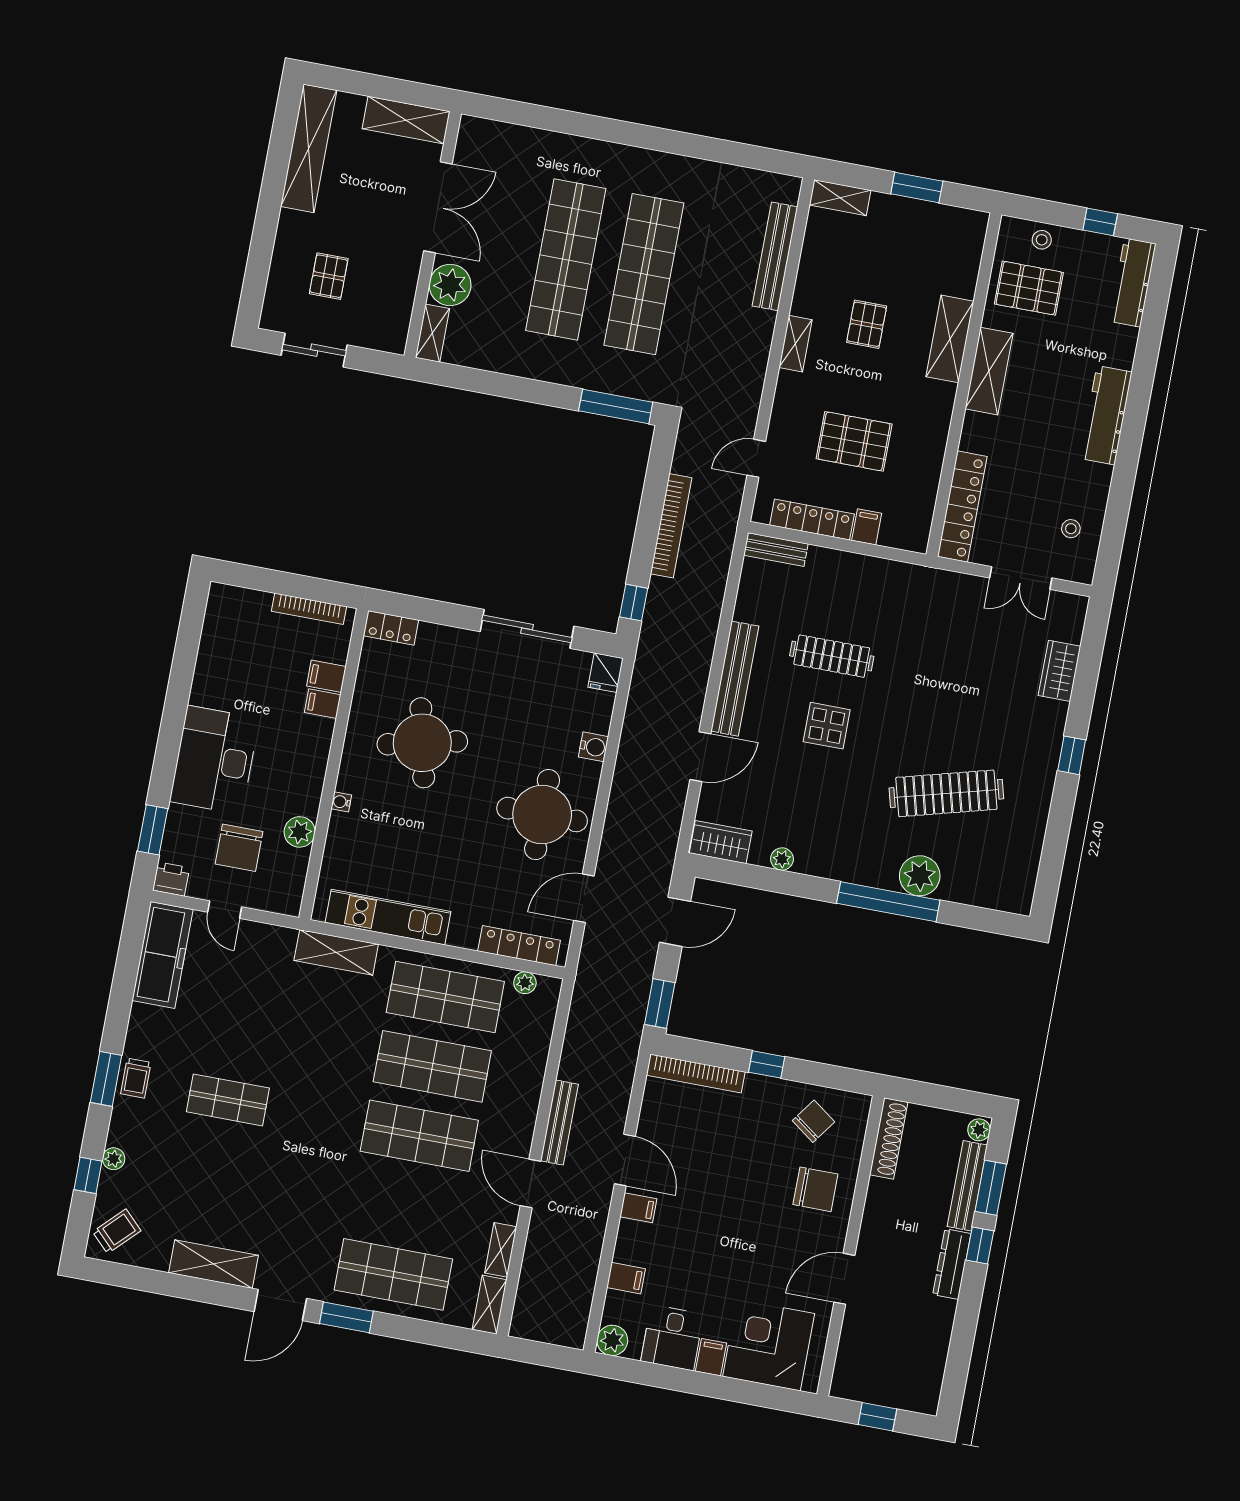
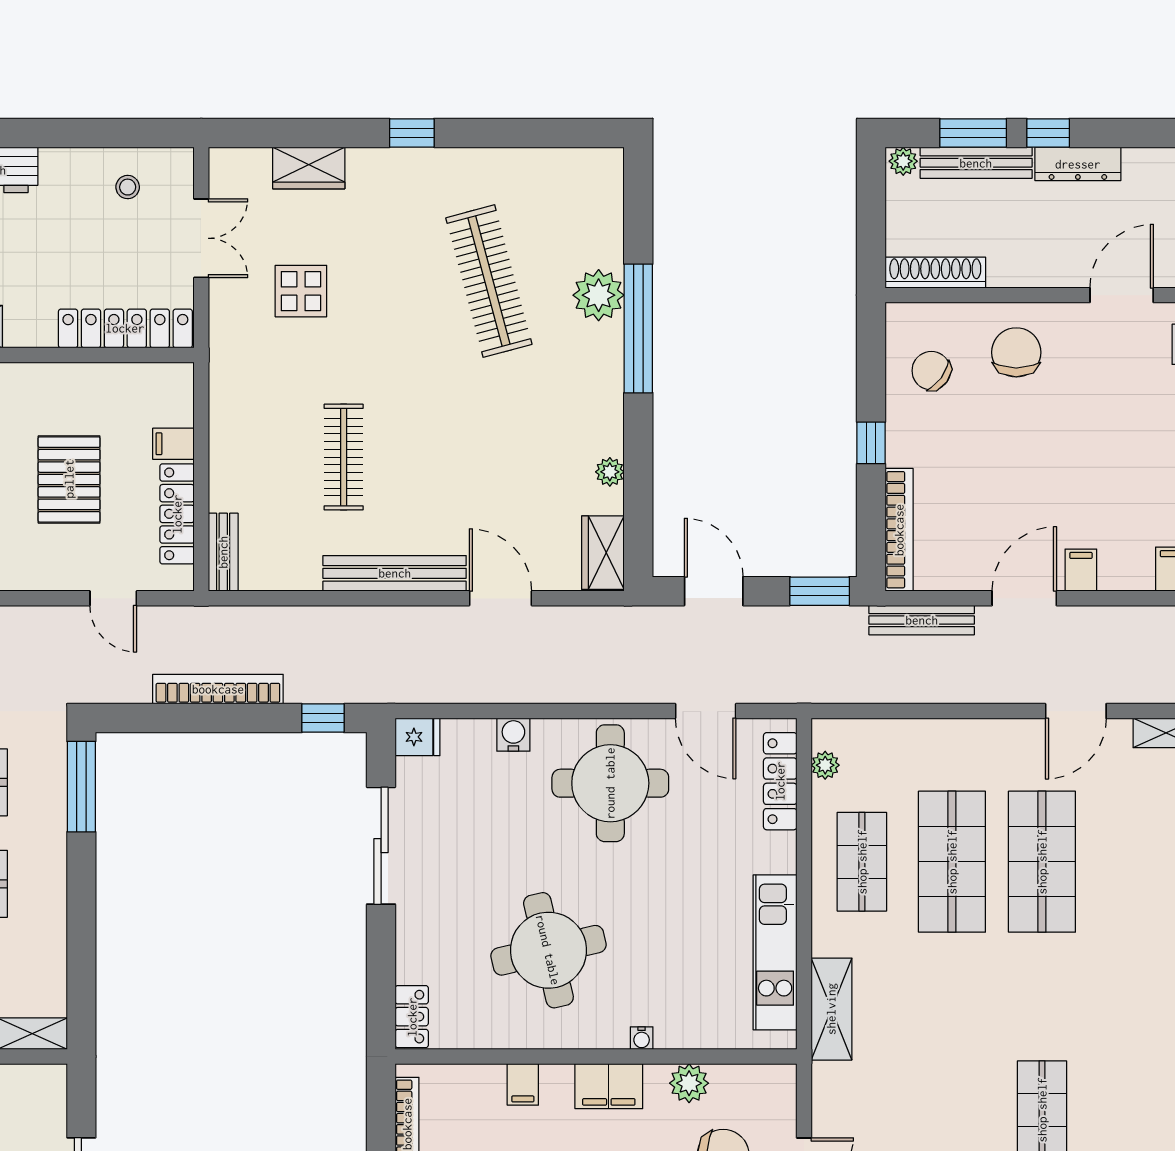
filing cabinet: (326, 676) -> (609, 1086), moved, width x2.00
display table: (827, 726) -> (301, 291), moved
shop shelf: (445, 997) -> (862, 862), width x0.70, depth x0.74
bench: (559, 1123) -> (922, 620), moved
door: (844, 1279) -> (1122, 295), swing flipped

